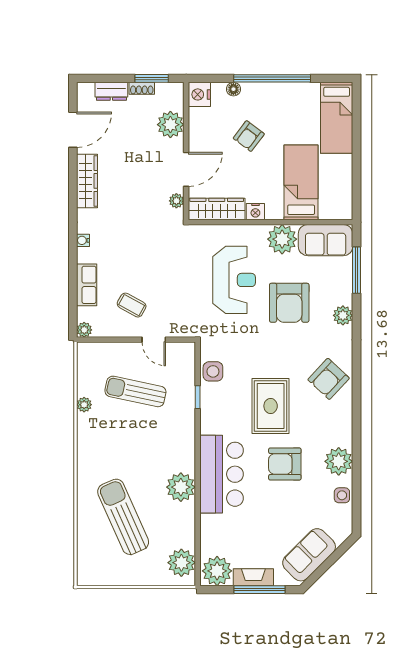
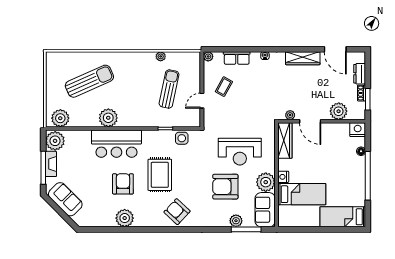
armchair: (249, 136) -> (331, 161), removed
nightstand: (255, 212) -> (283, 177), moved
plant: (343, 315) -> (236, 221), moved
rug: (271, 406) -> (160, 175), turned 90
side table: (342, 495) -> (103, 220), removed

